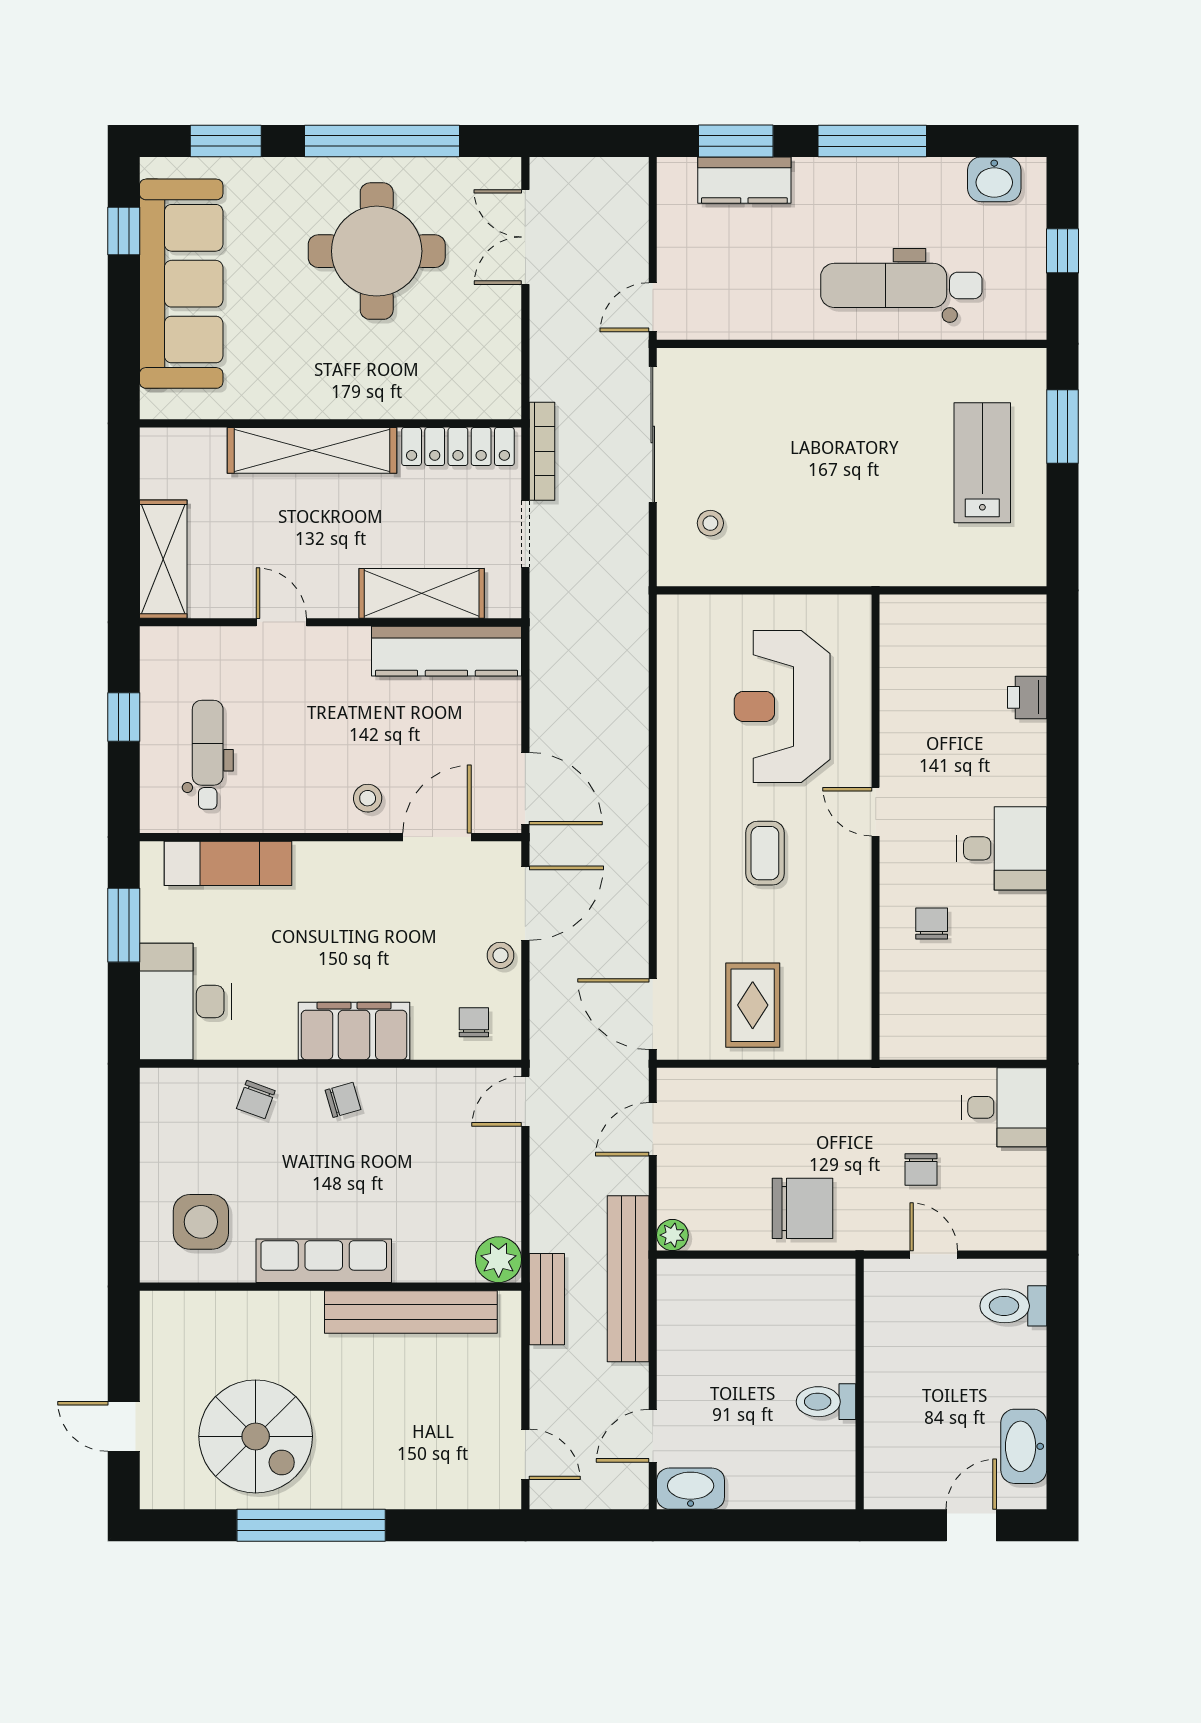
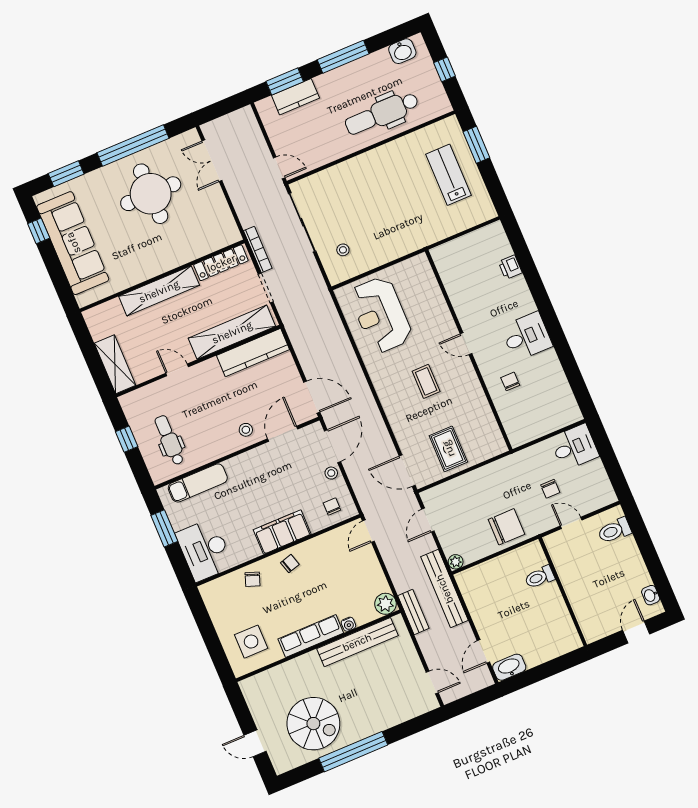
door: (653, 307) -> (279, 168), swing flipped
shelving: (422, 593) -> (232, 332), width x1.47
reception desk: (782, 706) -> (381, 315), moved
water cooler: (408, 1269) -> (348, 624), added
toilet: (826, 1402) -> (540, 577), moved
washbasin: (1024, 1446) -> (651, 595), width x0.52, depth x0.69

